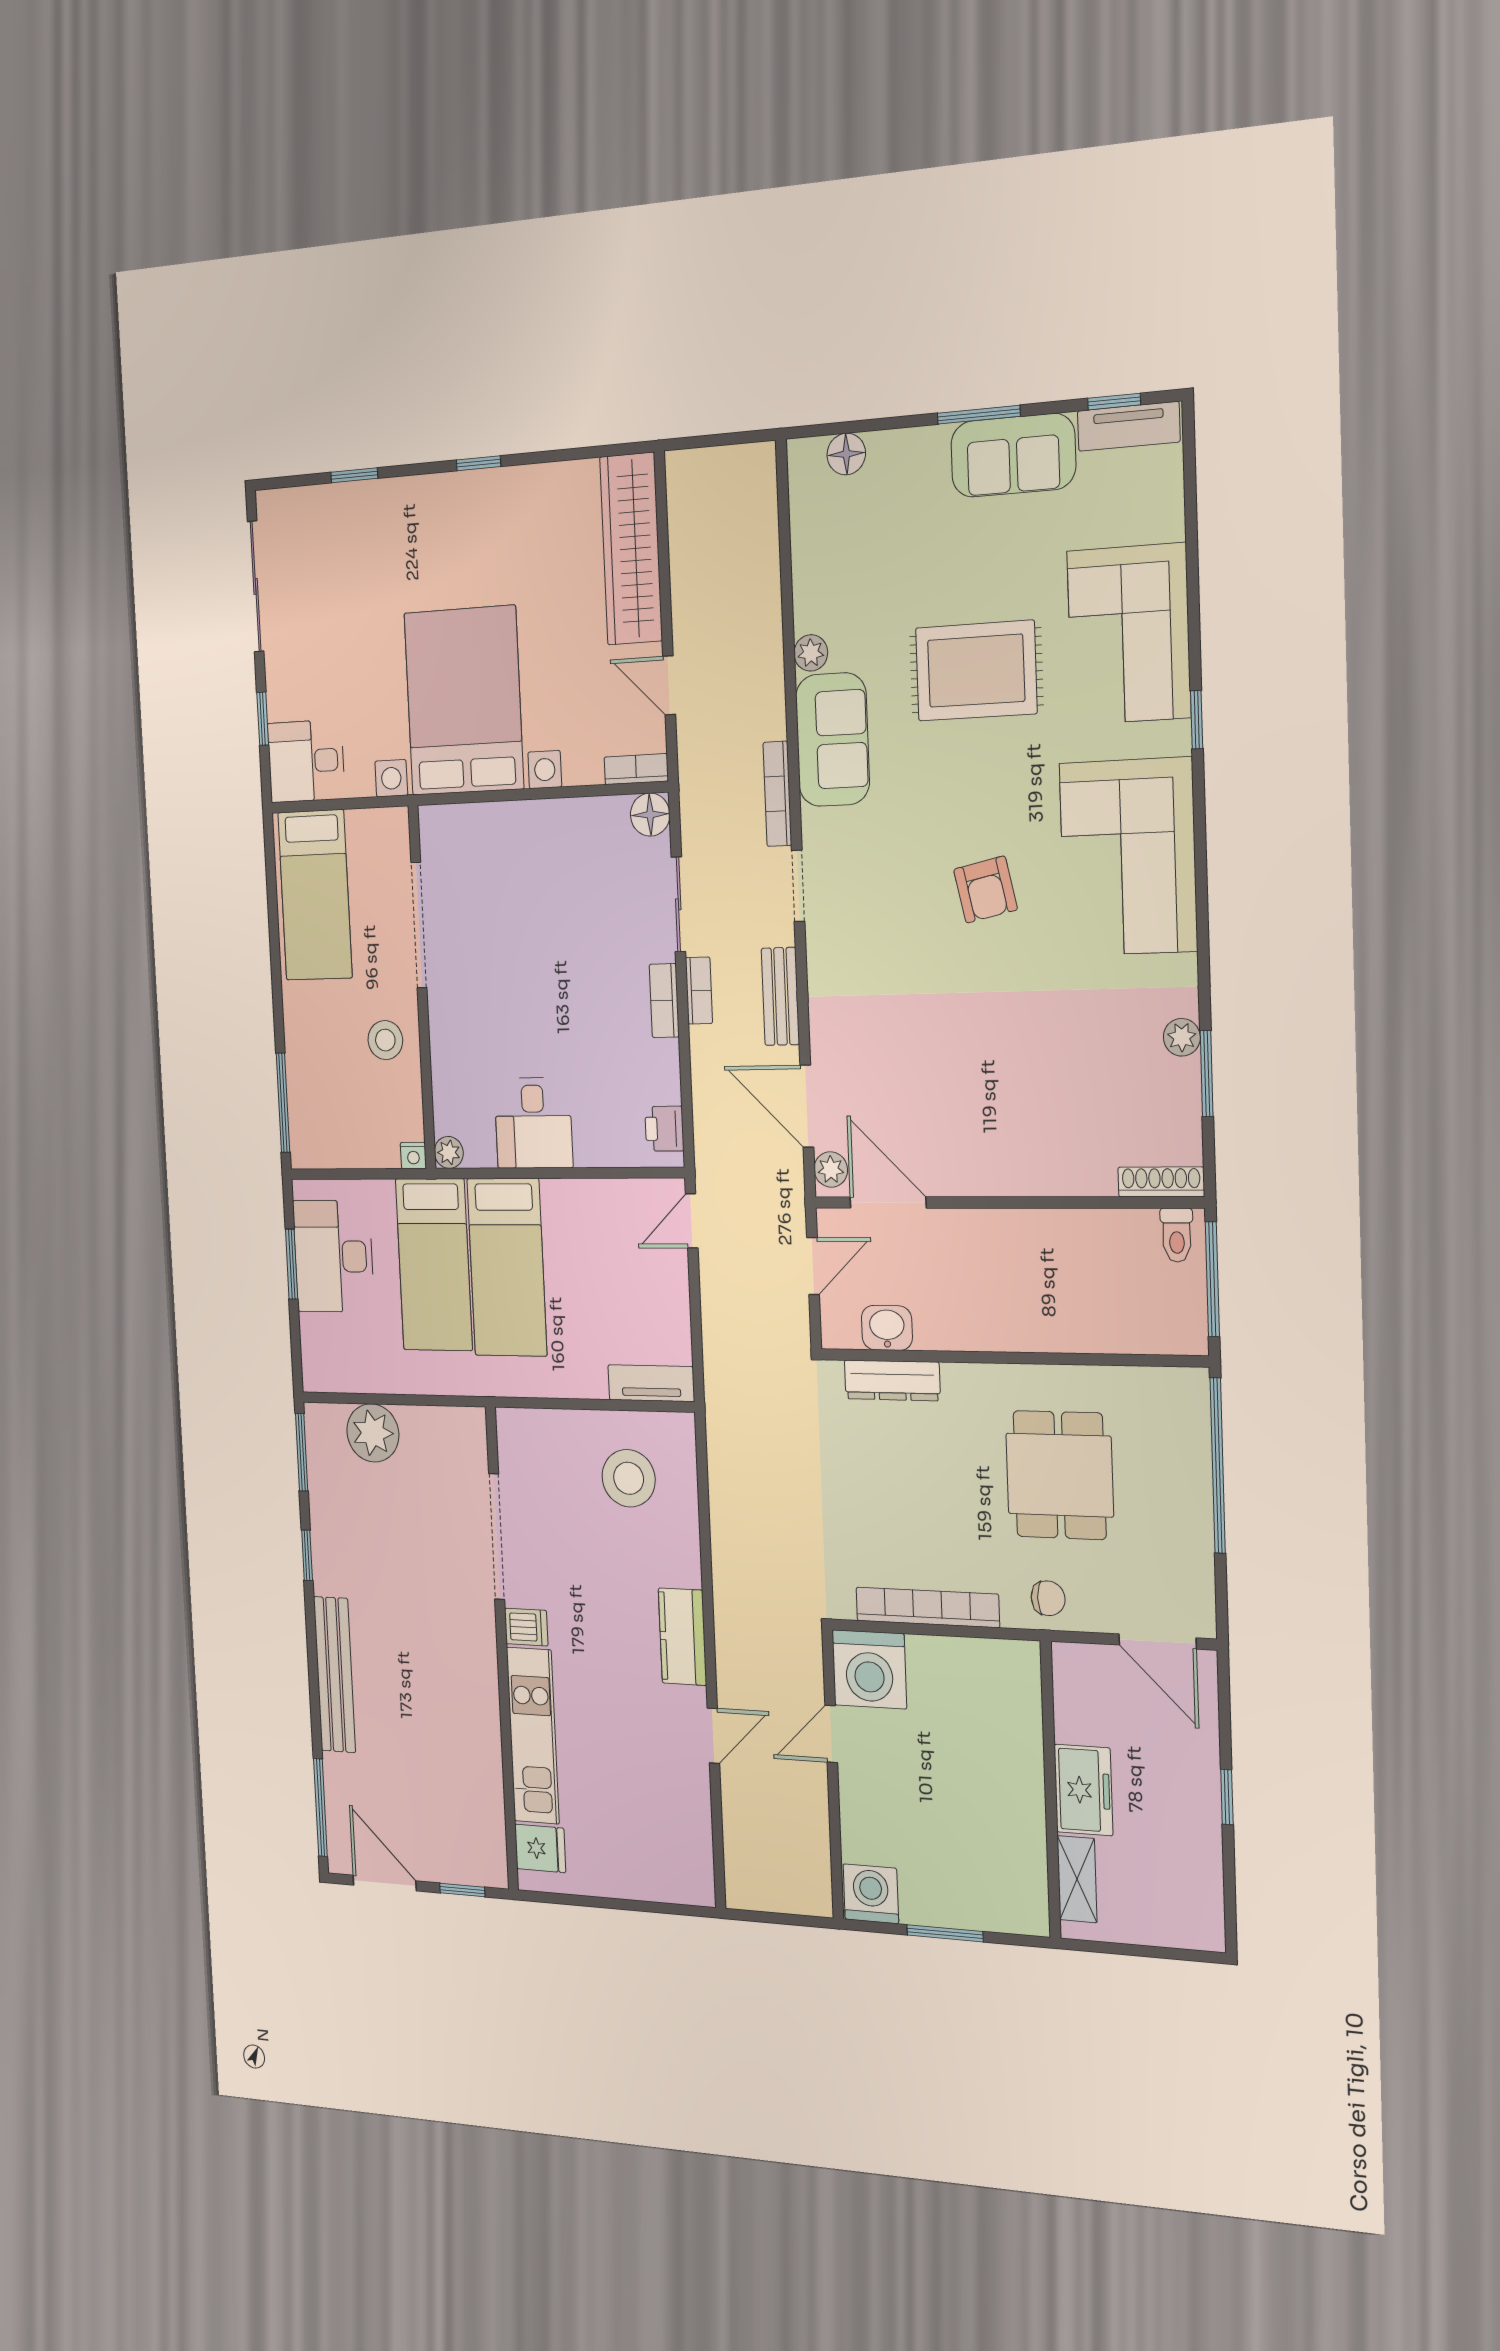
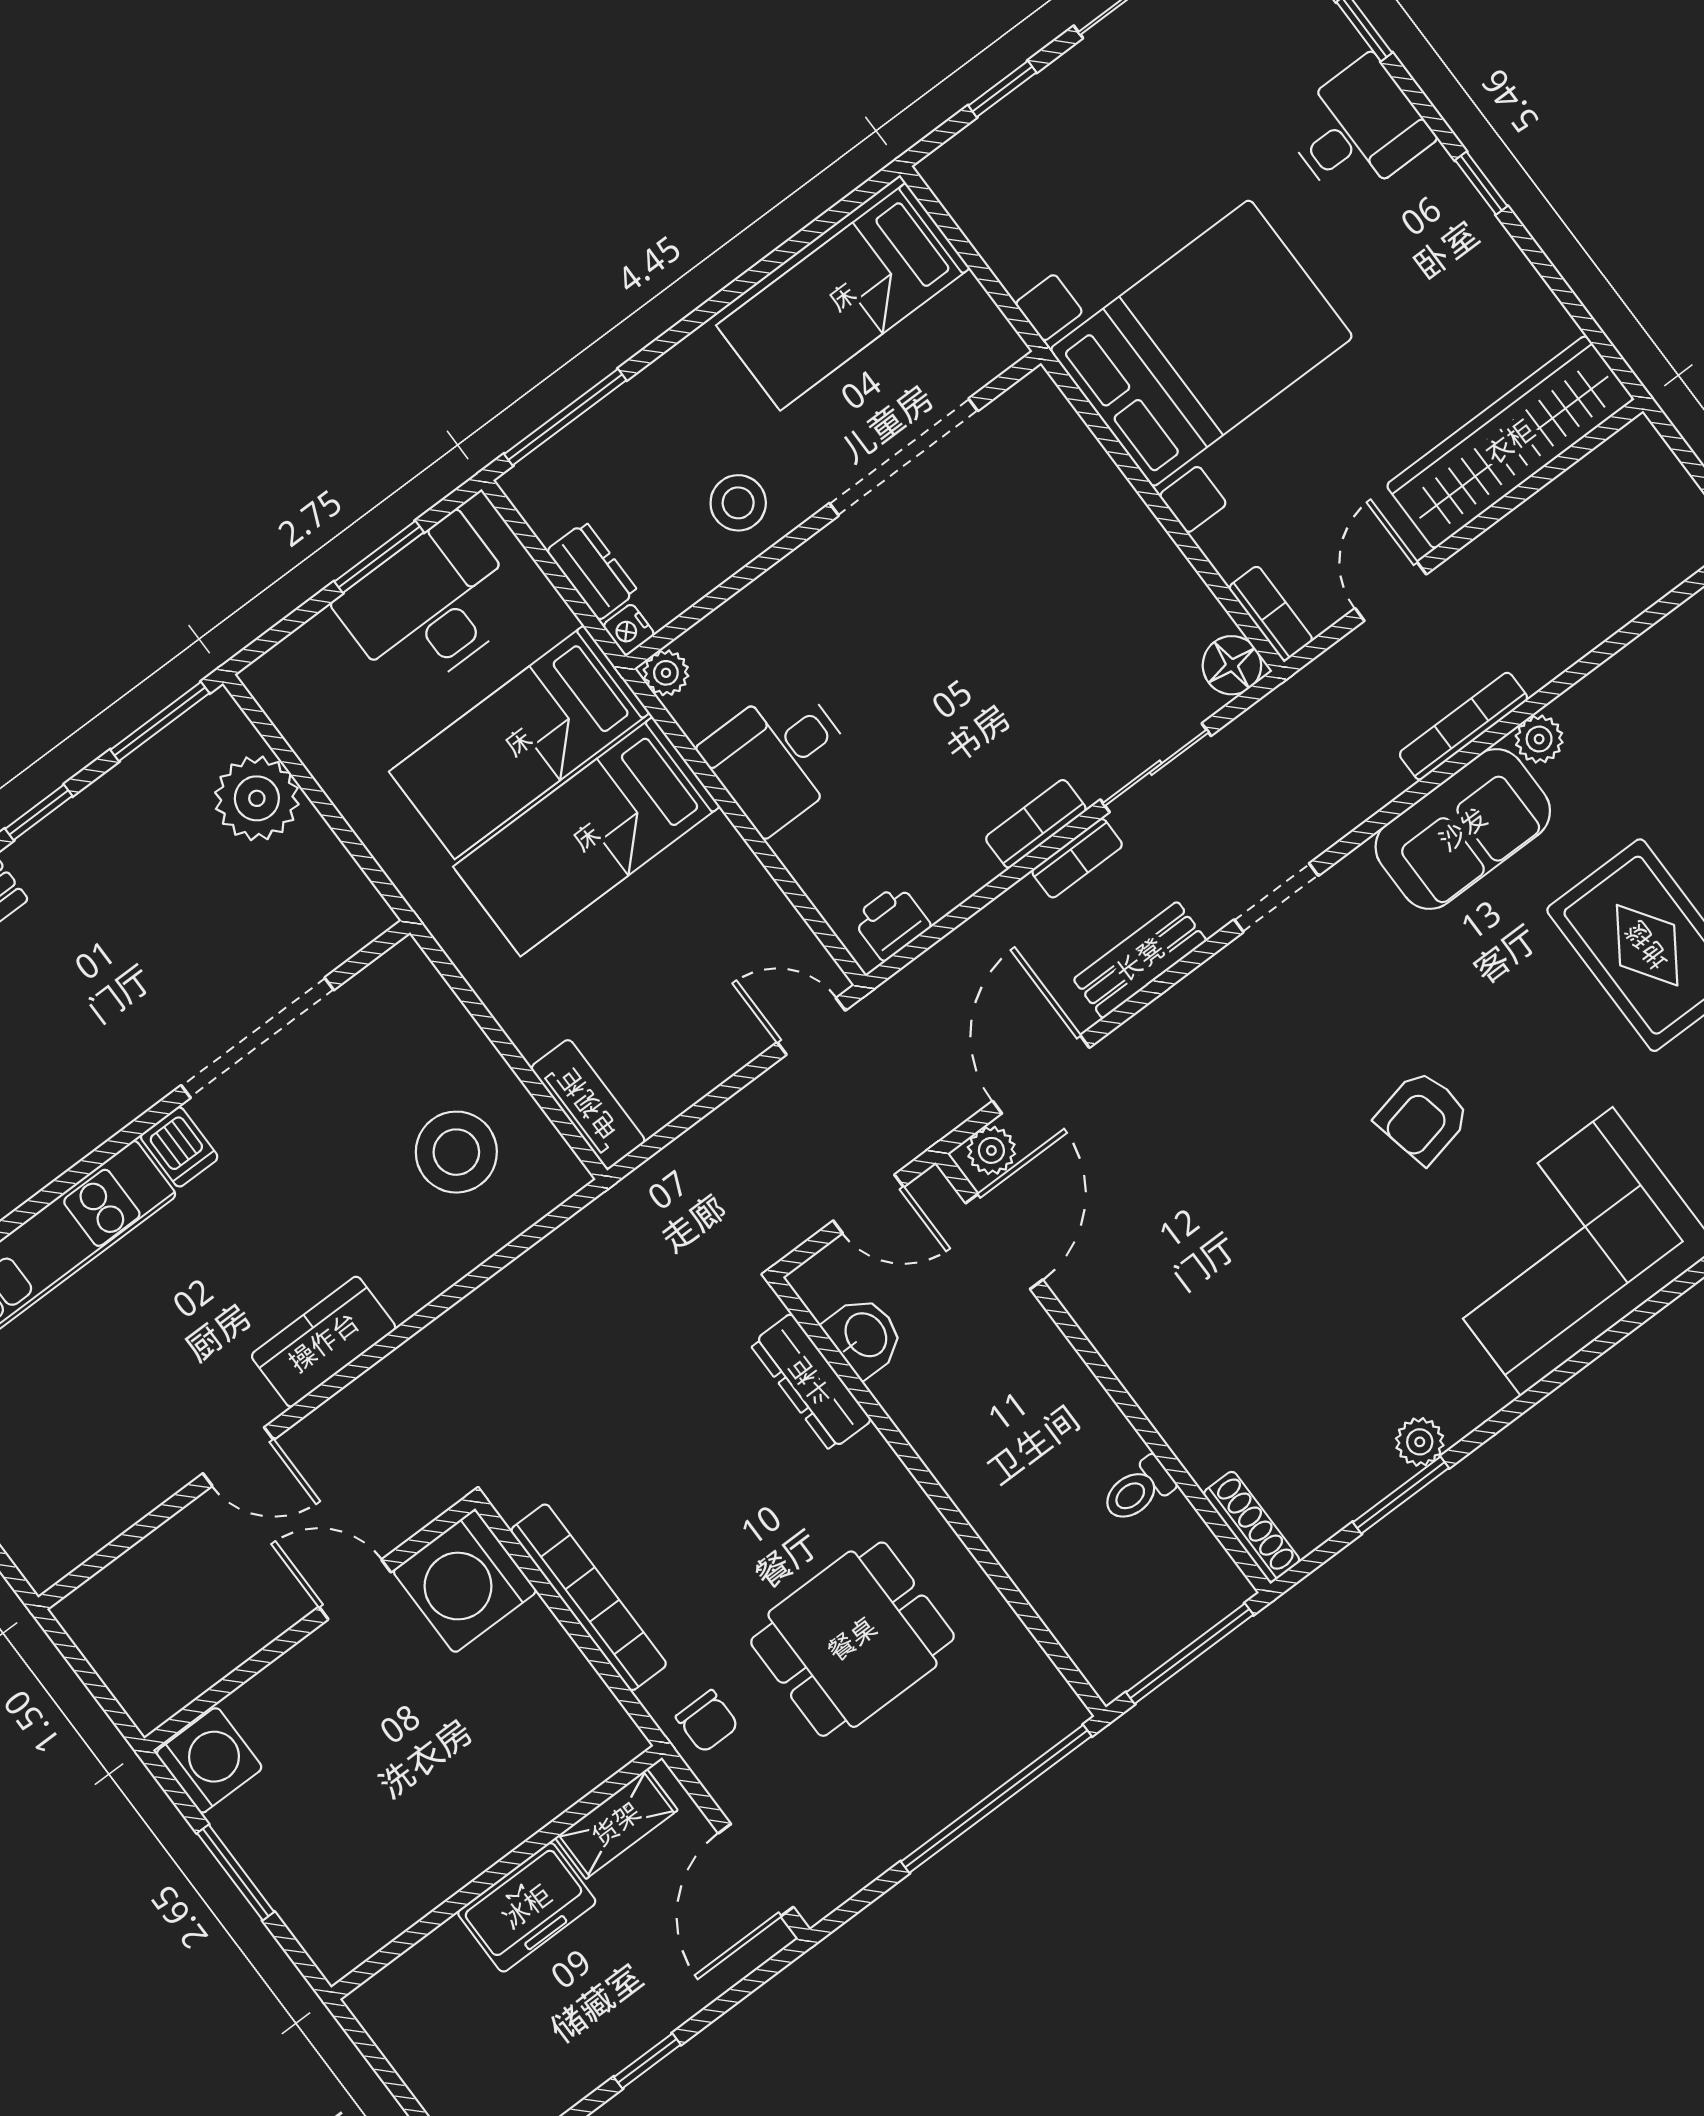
desk: (306, 761) -> (1357, 130), moved, turned 90
bookcase: (777, 794) -> (1463, 726), moved
dresser: (370, 1151) -> (592, 571), added
toilet: (1177, 1235) -> (1138, 1490), moved
shelving: (1077, 1879) -> (616, 1824), moved

